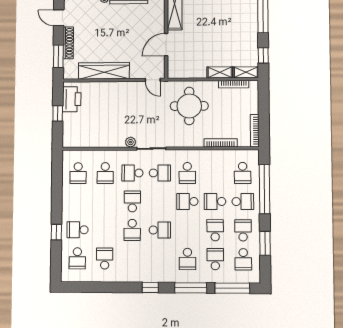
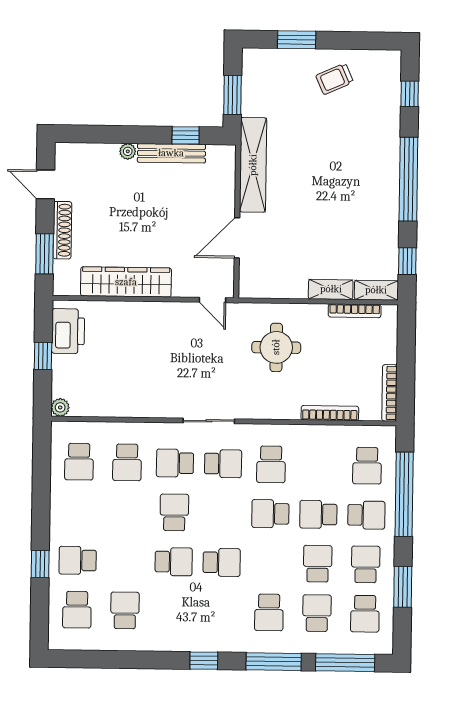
round table: (189, 106) -> (276, 347), width x0.73, depth x0.73
plant: (131, 142) -> (60, 407), moved
school desk: (132, 230) -> (174, 562), turned -90

